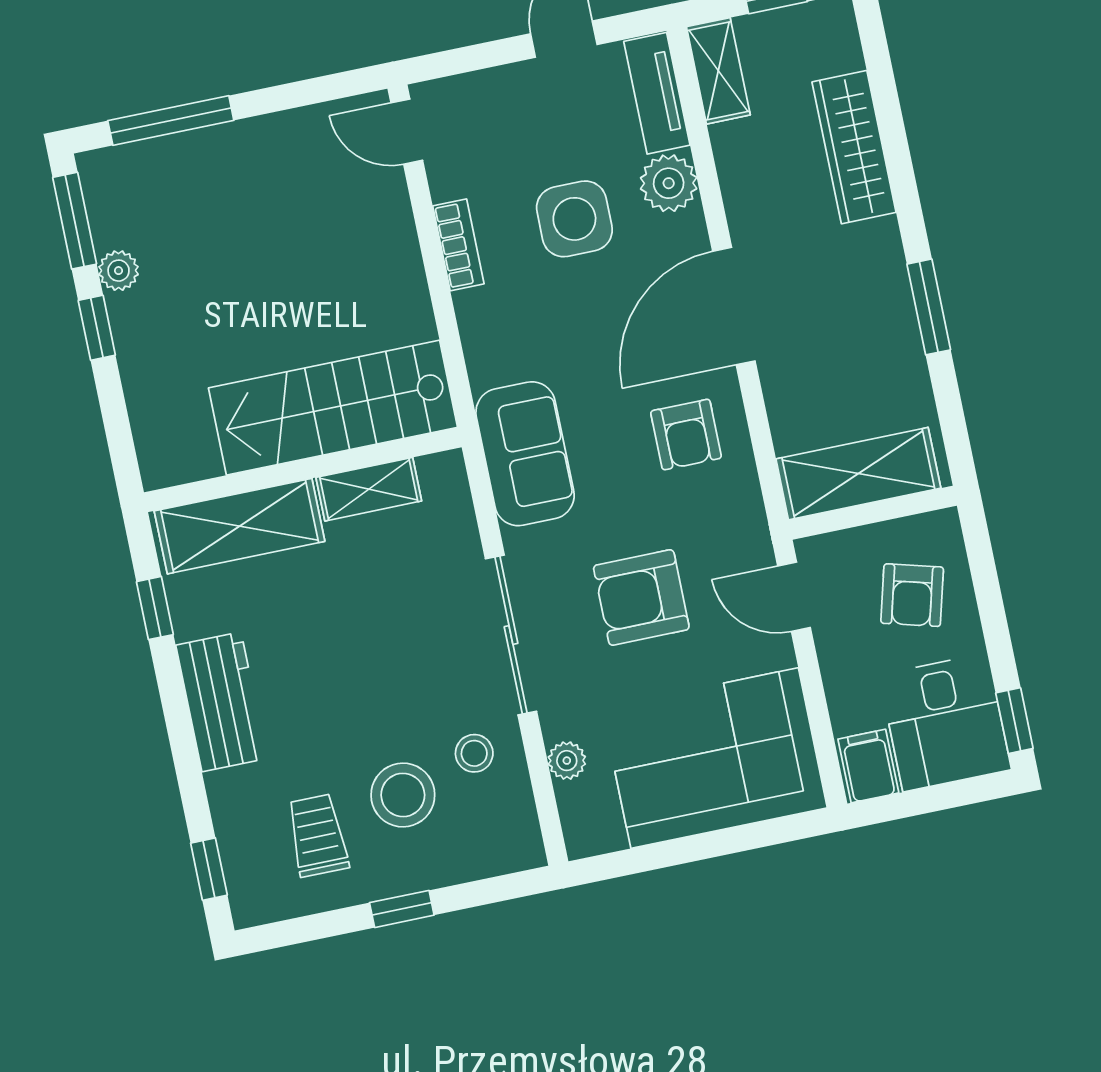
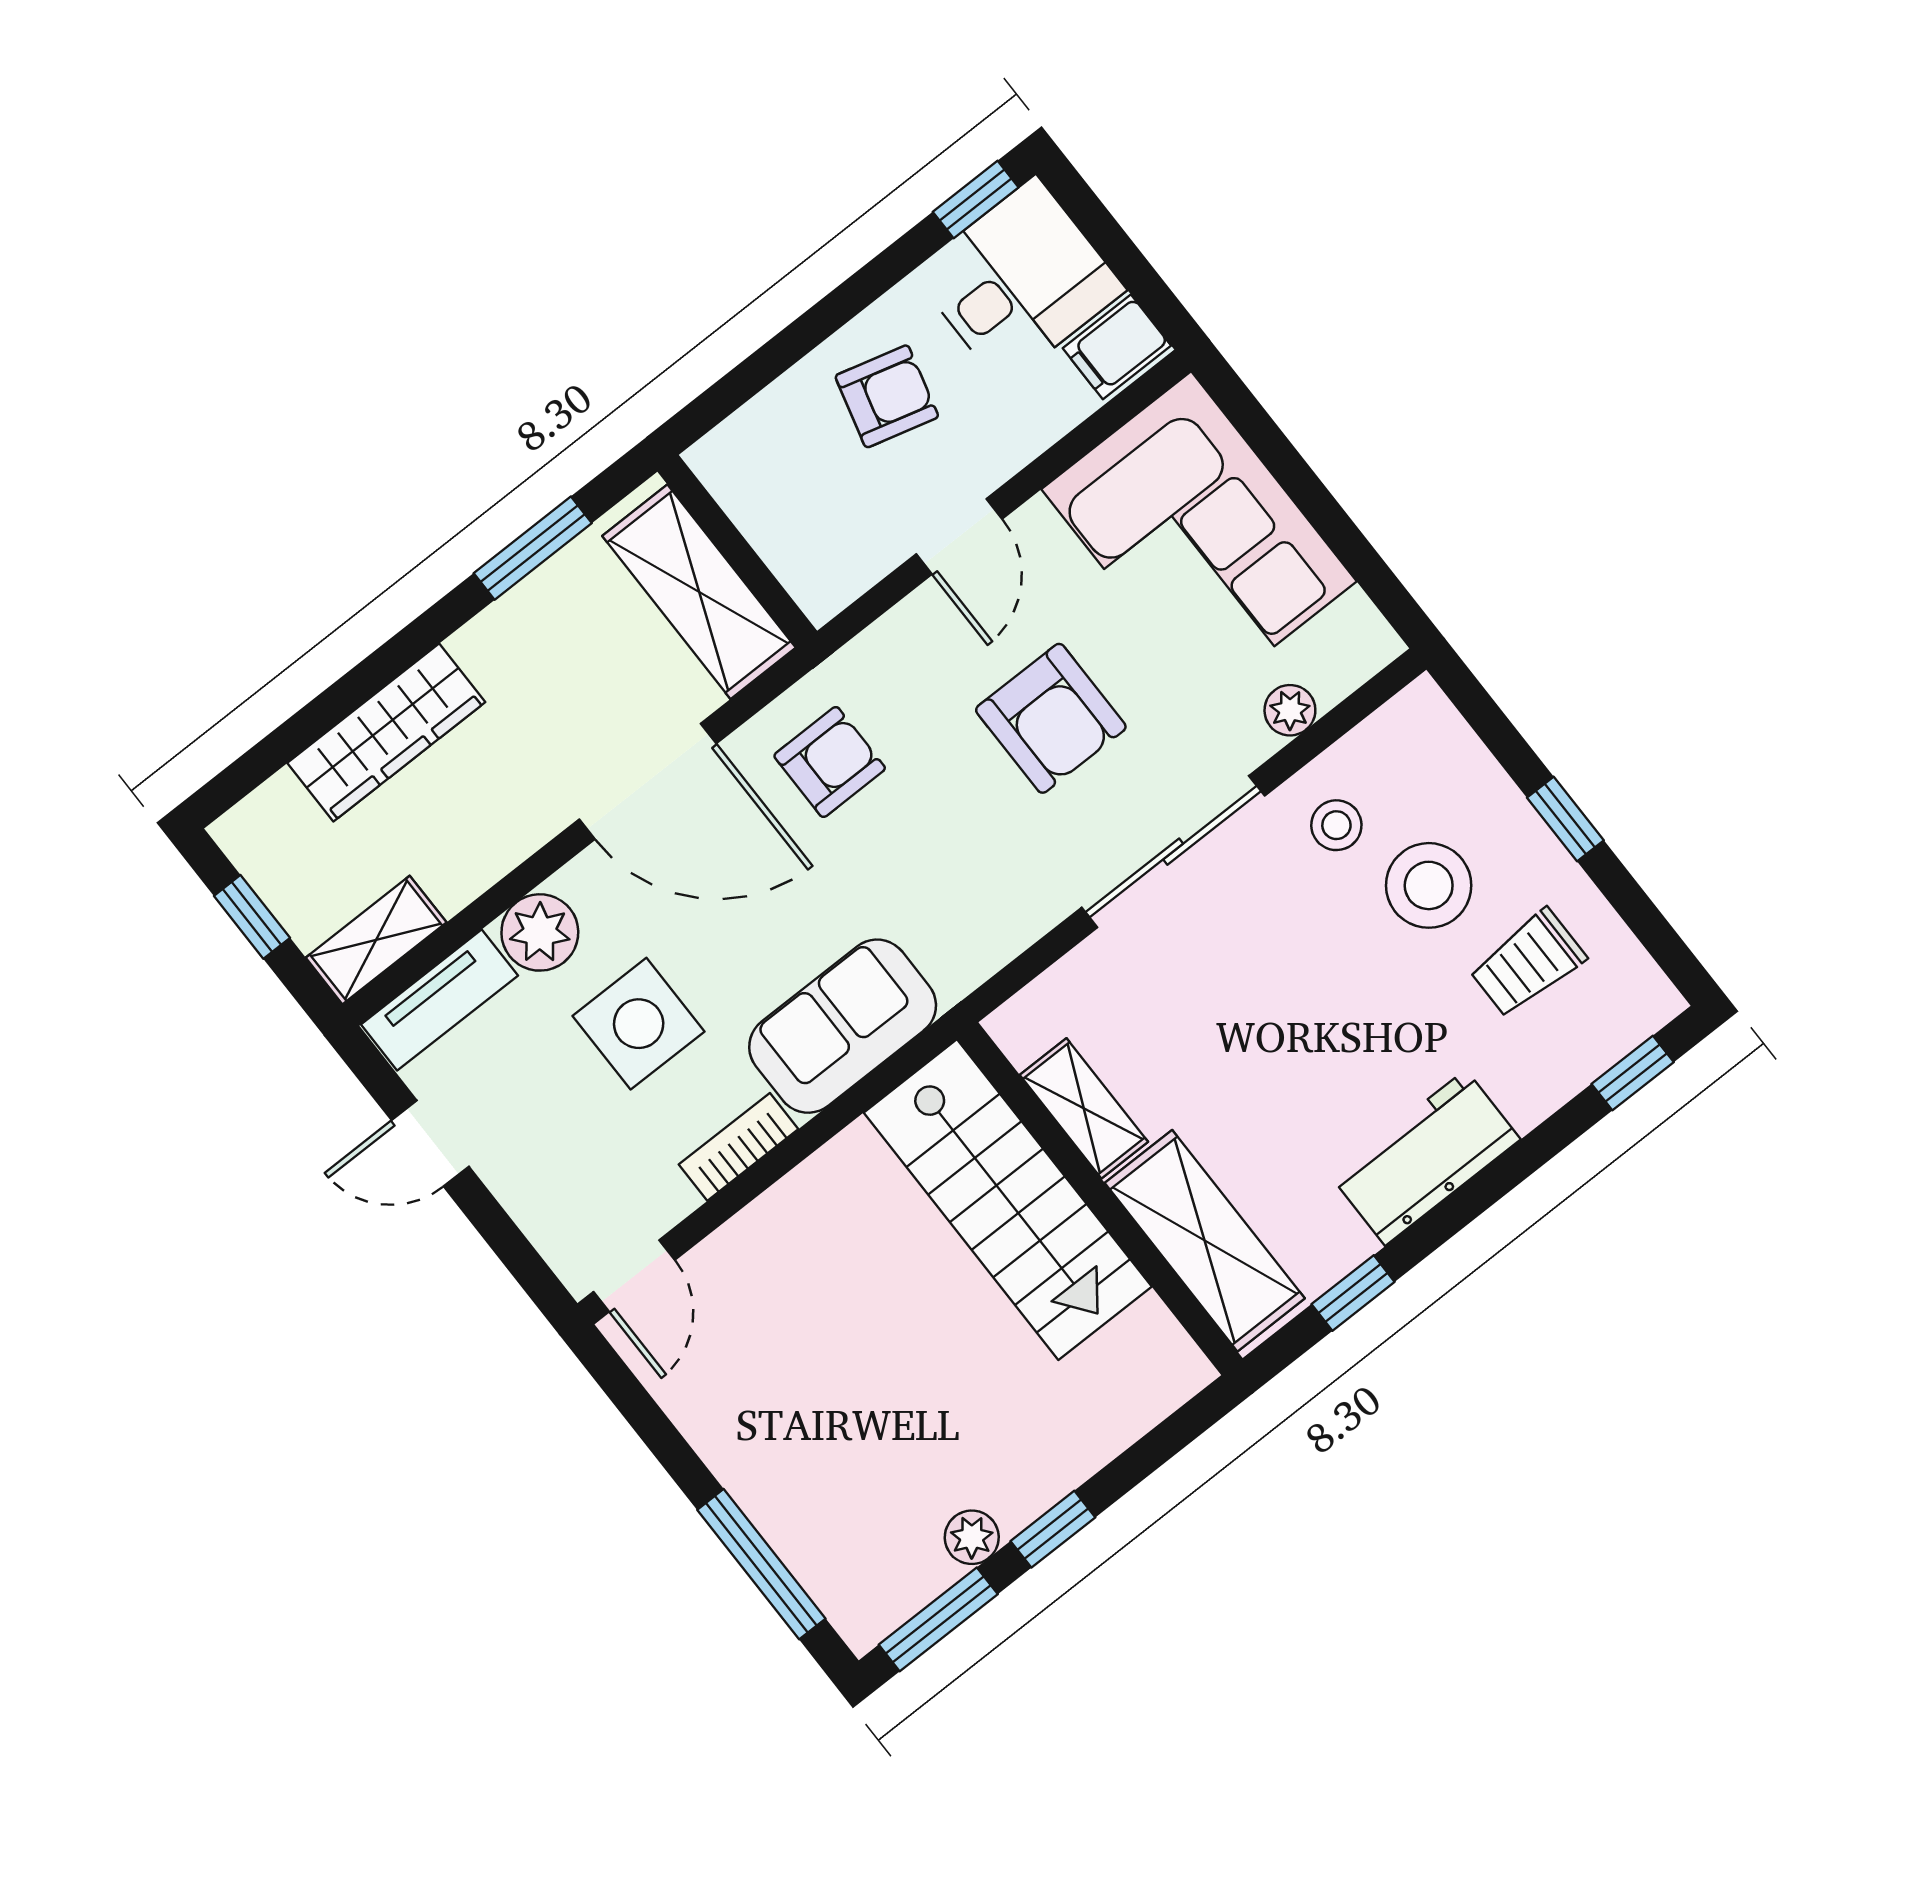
sofa: (525, 454) -> (843, 1026), moved
shelving: (858, 474) -> (699, 592), moved
wall: (873, 513) -> (737, 551), moved

